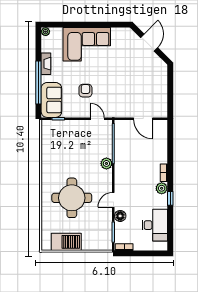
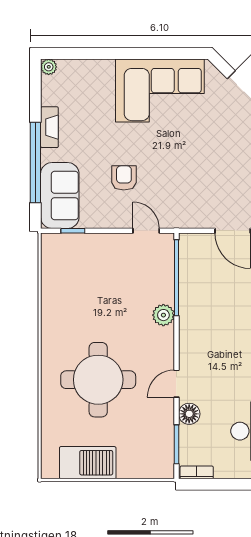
corner sofa: (87, 44) -> (160, 90), moved

